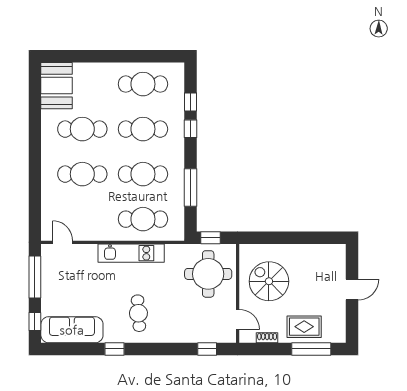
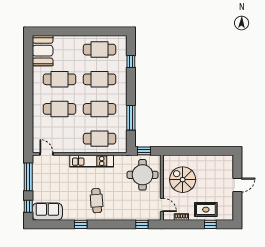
window: (190, 129) -> (131, 79), removed
sofa: (72, 330) -> (47, 212), width x0.73
window: (311, 349) -> (210, 224), width x0.46

